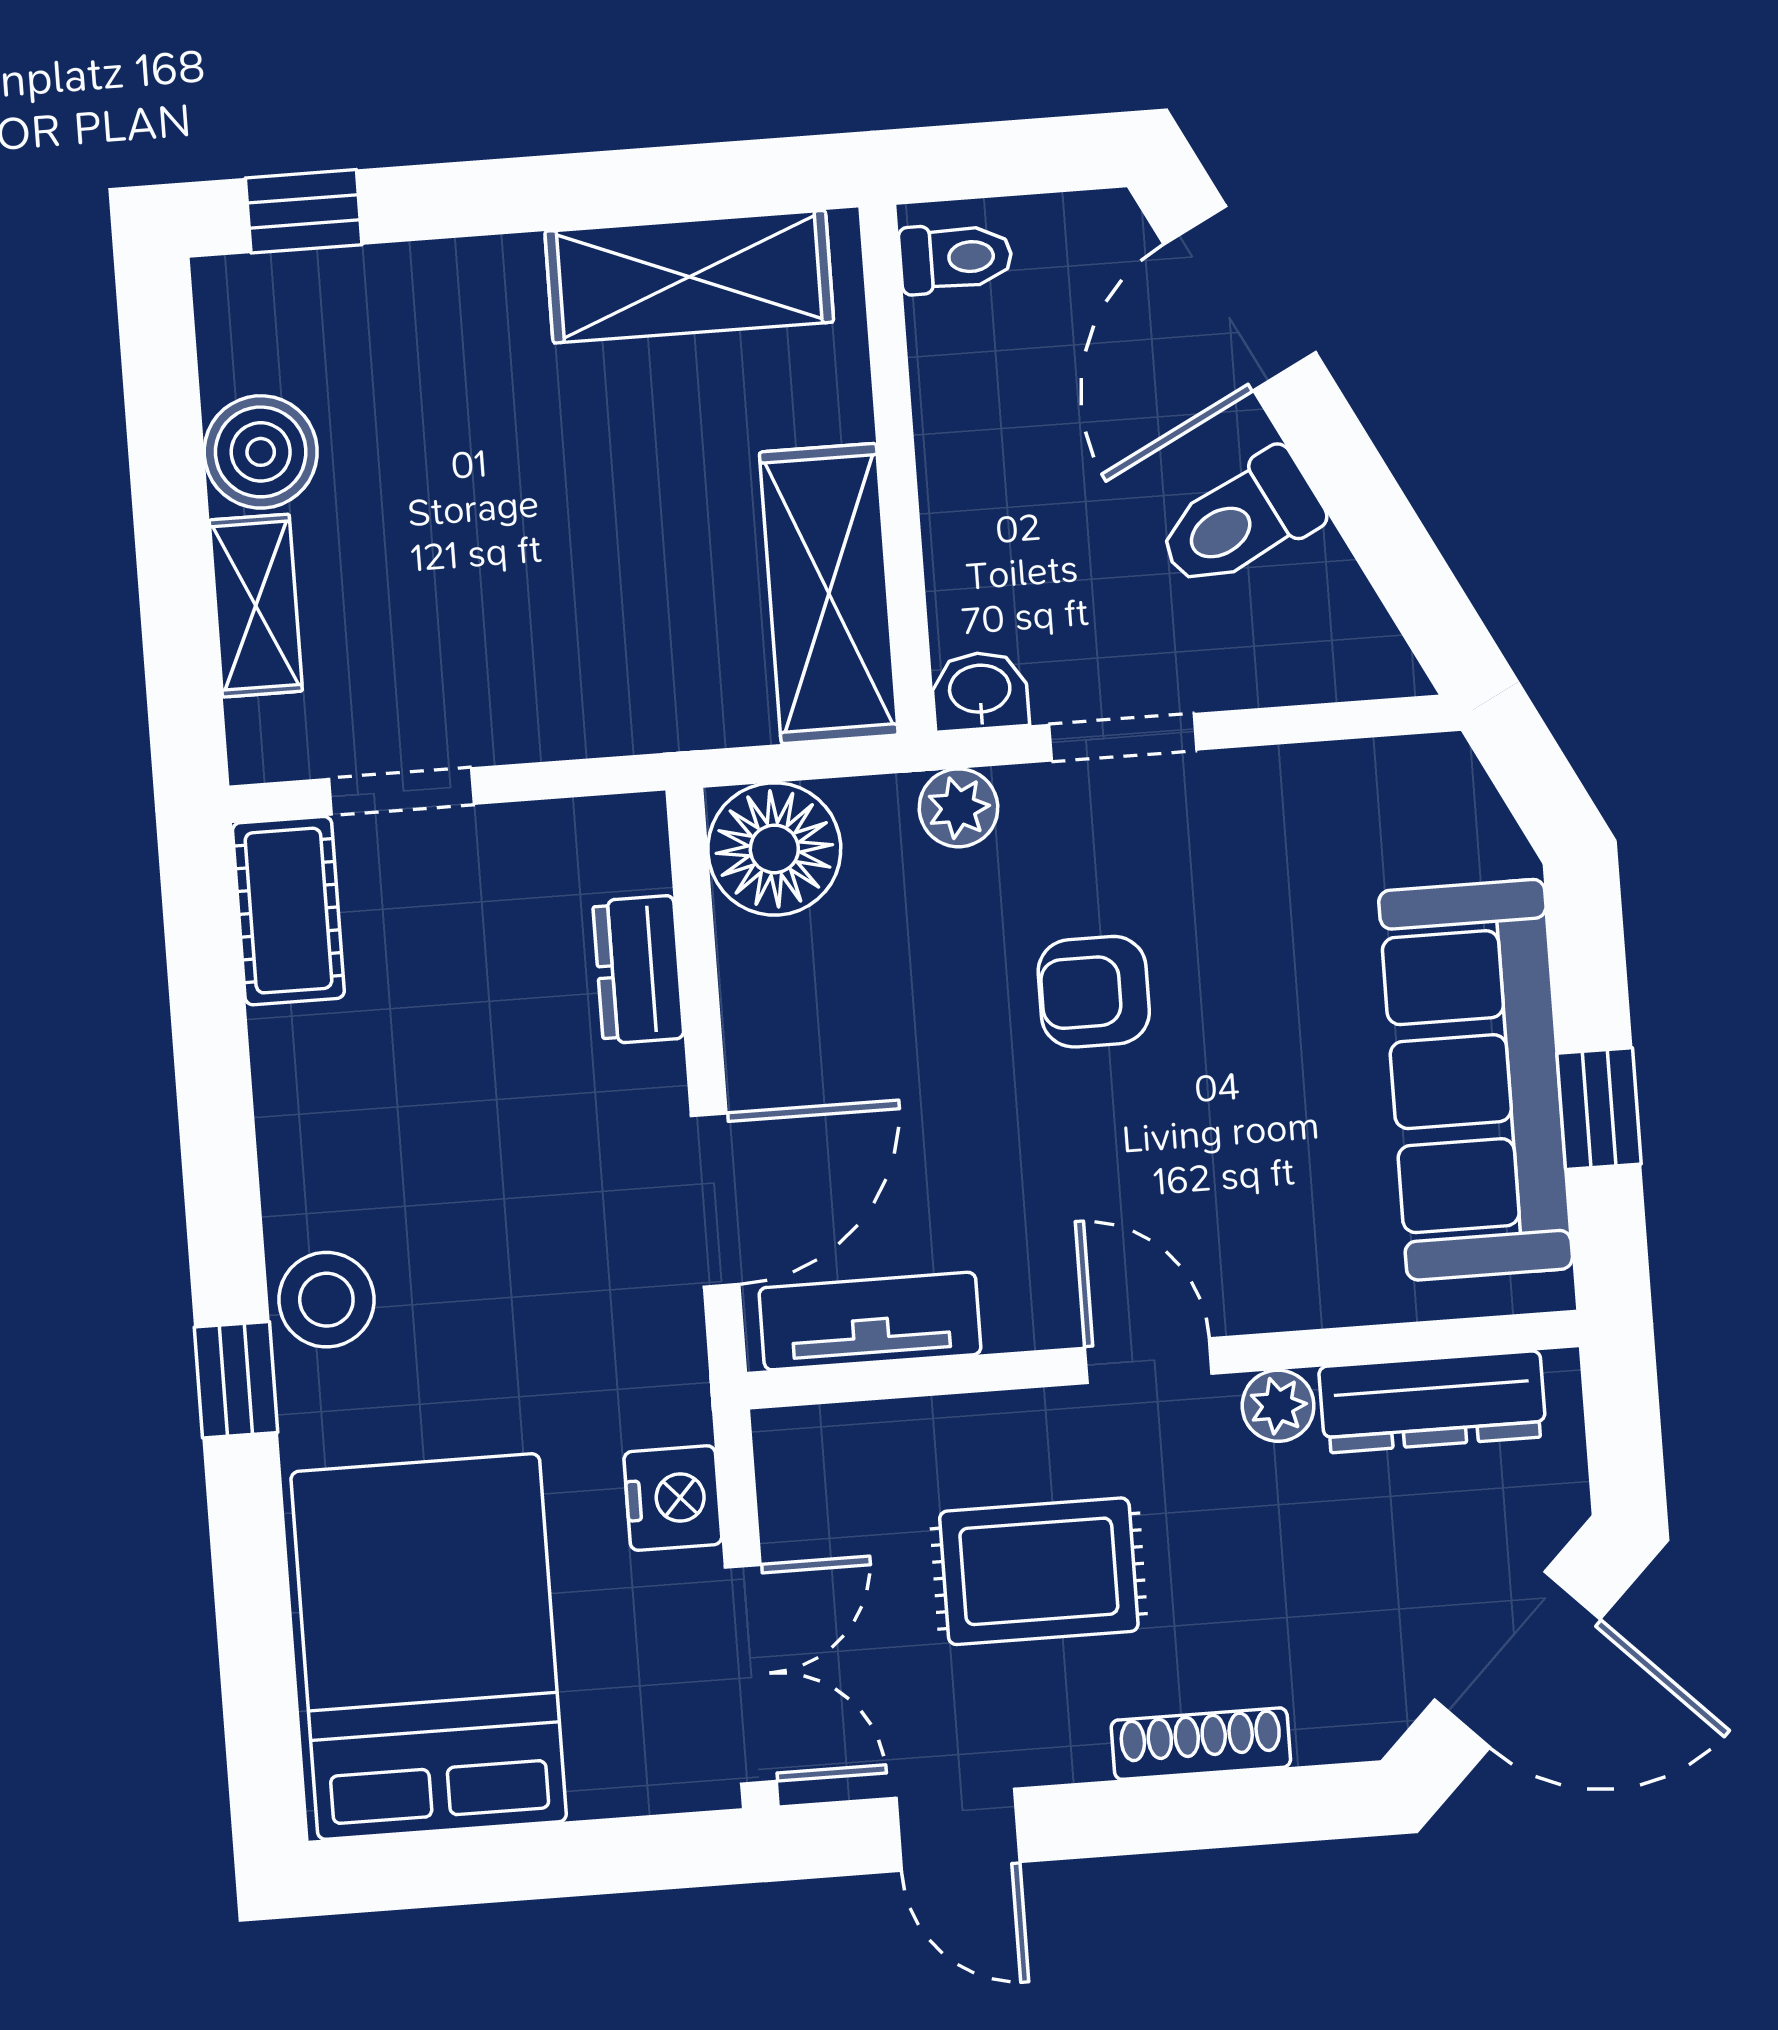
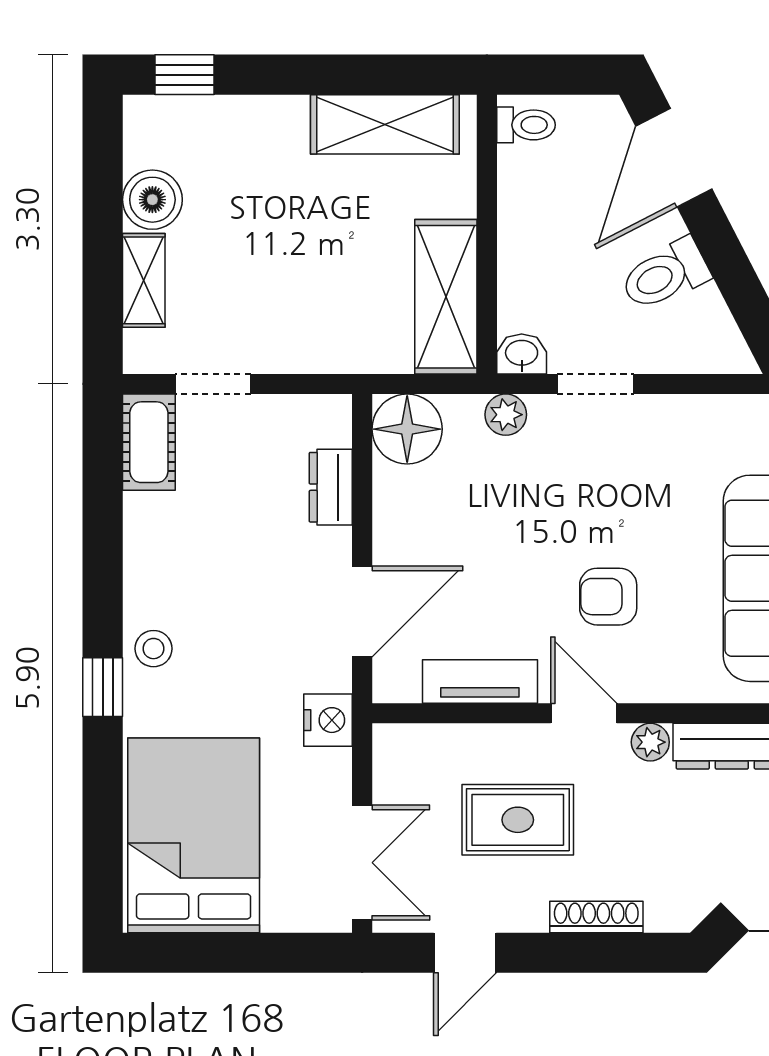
armchair: (1094, 992) -> (608, 597), moved
stool: (326, 1300) -> (153, 649), width x0.73, depth x0.73
tv unit: (870, 1321) -> (480, 681), moved
nightstand: (673, 1498) -> (328, 720), moved
door: (958, 1830) -> (465, 953), hinge flipped

